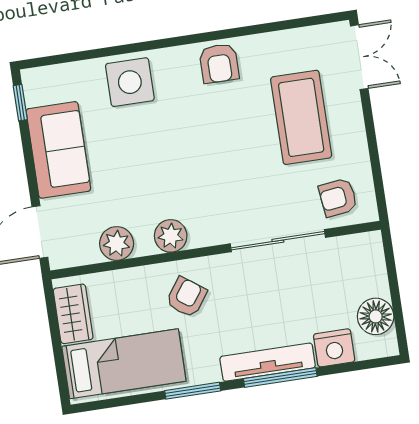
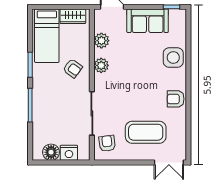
nightstand: (334, 348) -> (69, 153), moved, turned -90
tv unit: (268, 362) -> (38, 100), removed

